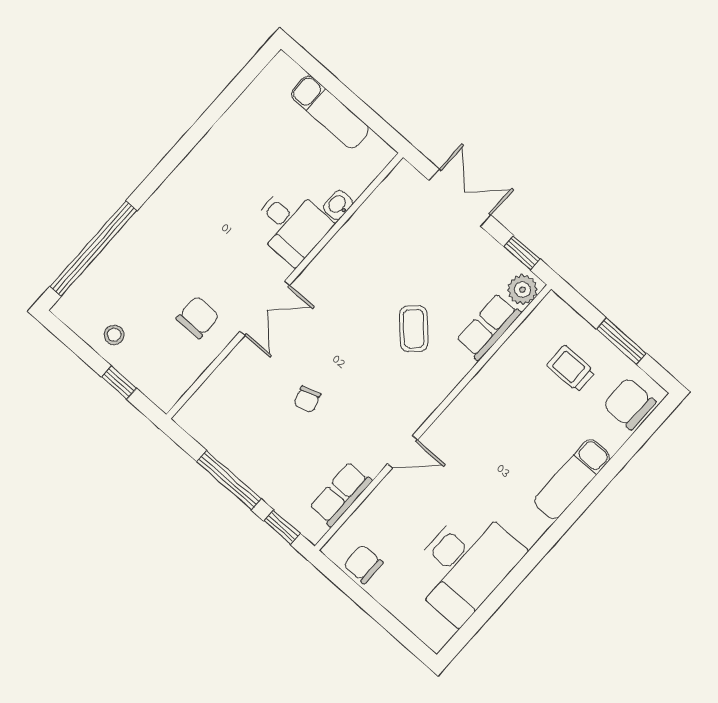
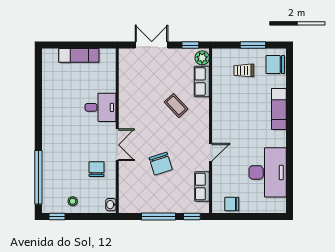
washbasin: (338, 205) -> (111, 205), moved
window: (119, 383) -> (57, 217), moved
chair: (307, 399) -> (161, 164), width x1.87, depth x1.87

